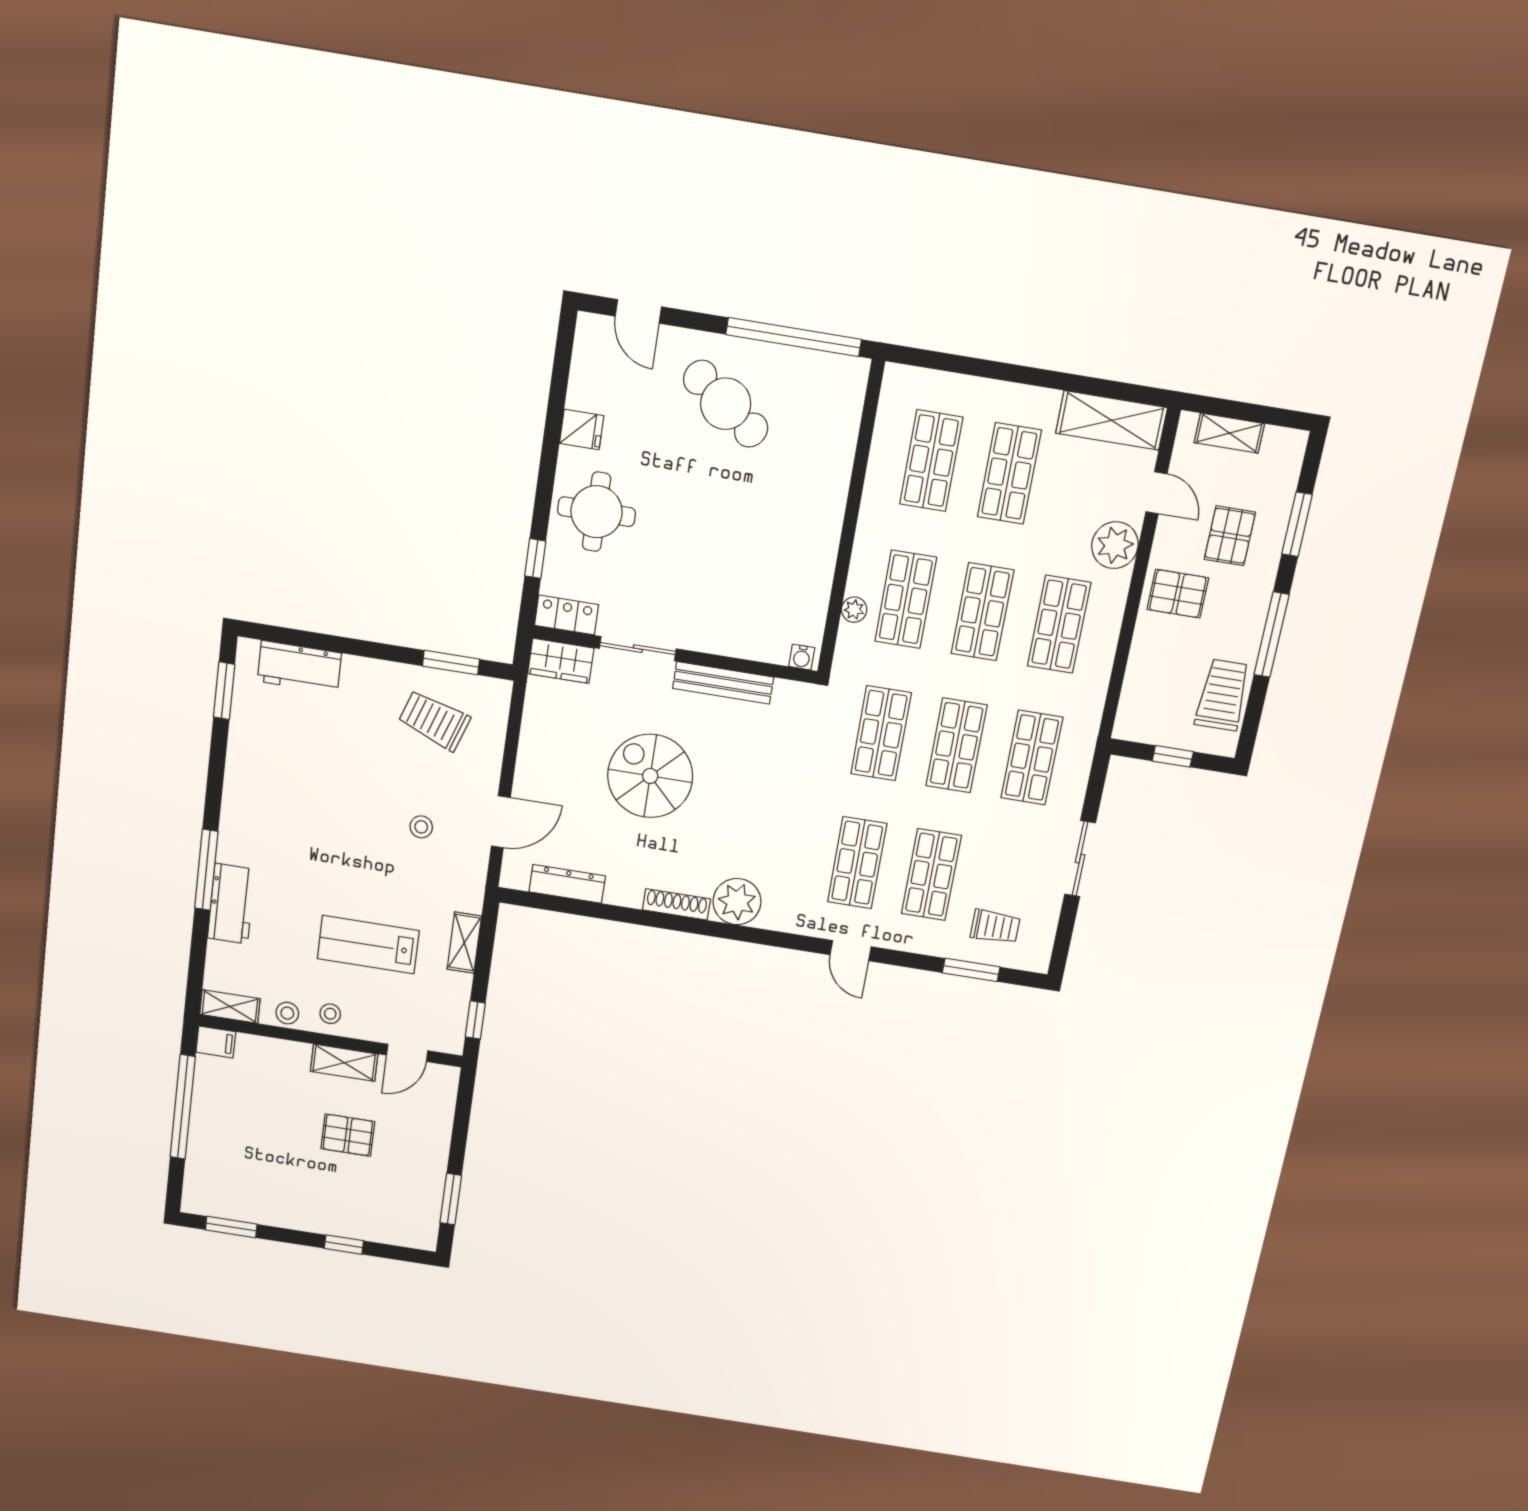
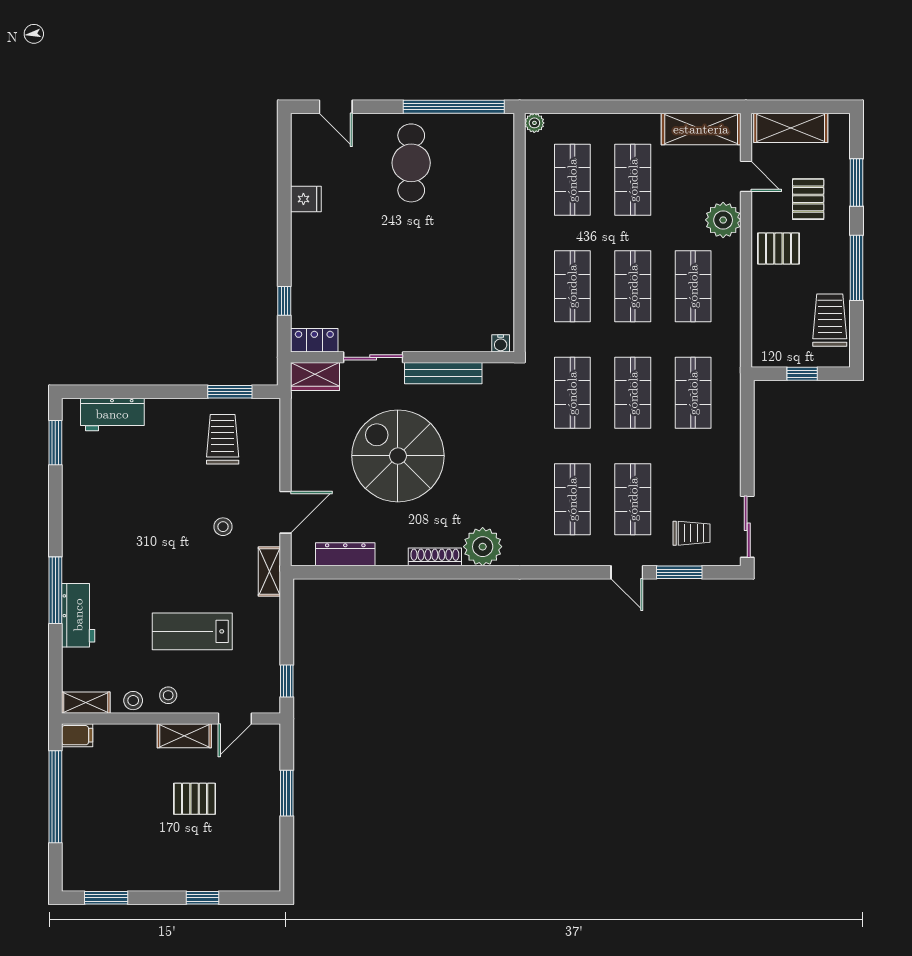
cafe table: (726, 404) -> (411, 163), turned 54
shelving: (1229, 433) -> (791, 128), width x1.50, depth x1.33
round table: (596, 512) -> (326, 258), removed
plant: (854, 610) -> (534, 123), moved
trolley: (434, 720) -> (223, 439), turned 71
spiral stairs: (650, 776) -> (398, 456), width x1.37, depth x1.37
sliding door: (1080, 859) -> (747, 527), moved
shelving: (464, 943) -> (269, 571), moved
door: (851, 951) -> (627, 572), moved
window: (451, 1199) -> (287, 793), moved

